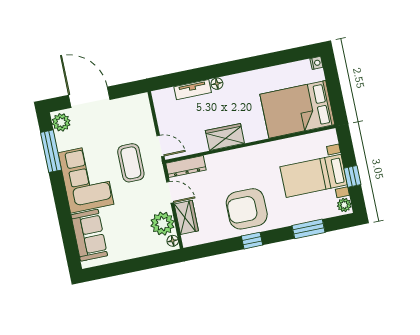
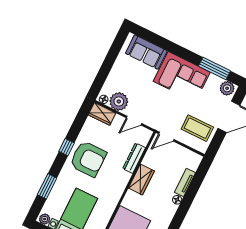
coffee table: (131, 163) -> (197, 128), moved
dresser: (186, 167) -> (134, 158), moved
armchair: (247, 209) -> (88, 159), turned 90
wardrobe: (186, 217) -> (102, 114), moved

